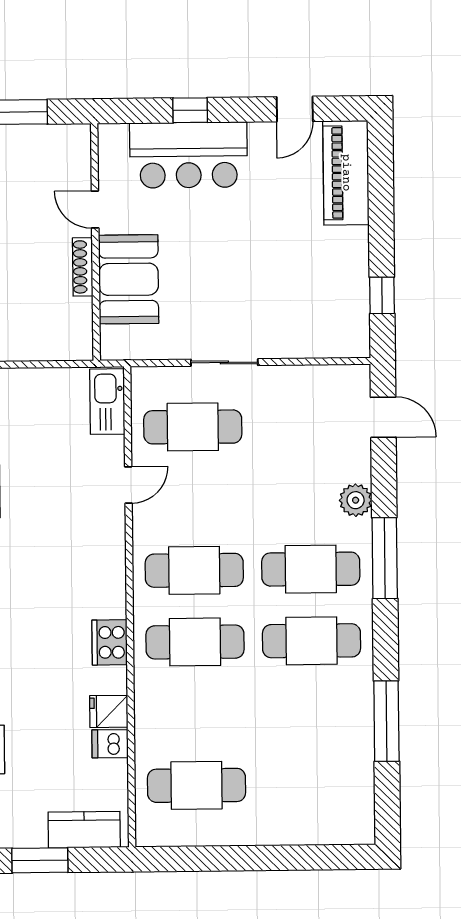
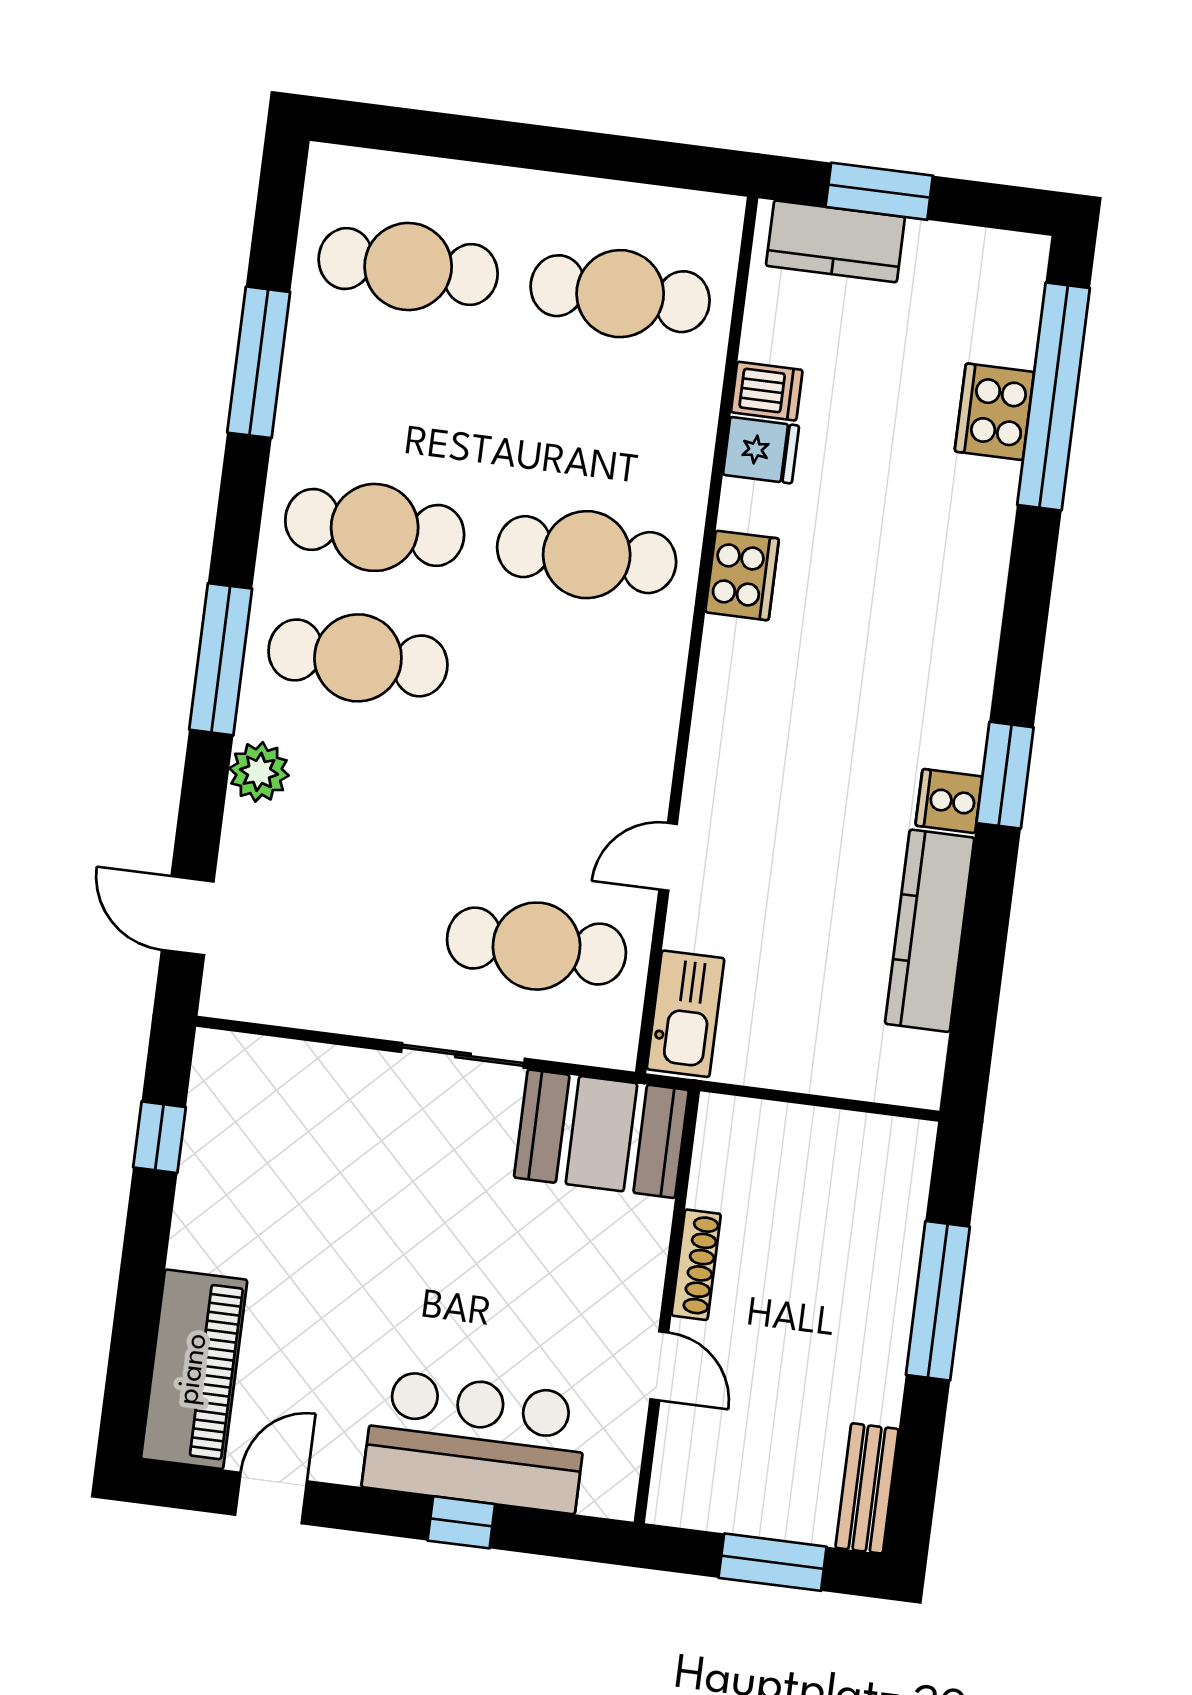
booth: (129, 279) -> (601, 1134), moved, turned 90
cafe table: (194, 570) -> (408, 267), moved
window: (40, 860) -> (879, 191), moved

